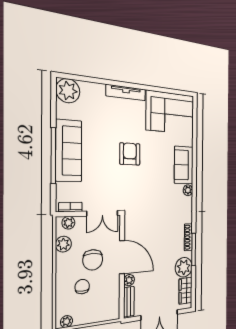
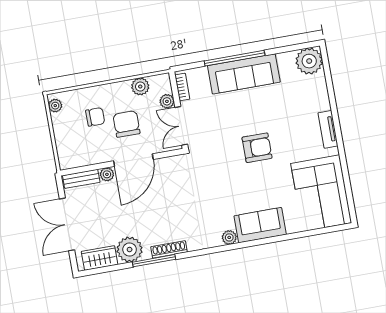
tv unit: (126, 93) -> (328, 129), width x0.71
plant: (68, 223) -> (167, 101), moved
chair: (93, 260) -> (126, 124), turned 90

